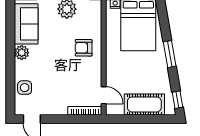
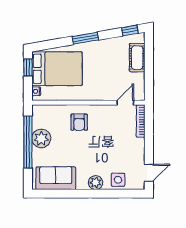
plant: (22, 53) -> (96, 183), moved
cot: (144, 104) -> (137, 58), width x0.73, depth x0.75

